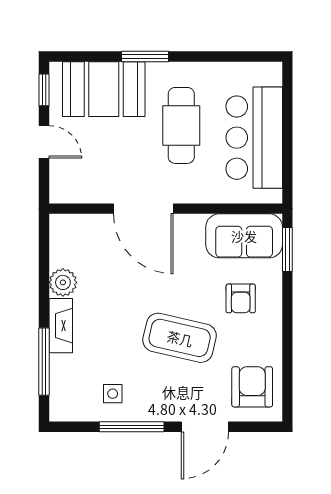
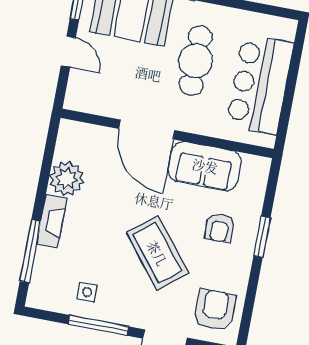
sofa: (244, 236) -> (205, 166), moved
window: (287, 250) -> (262, 237), moved
plant: (63, 282) -> (67, 179), width x1.36, depth x1.36
coffee table: (180, 338) -> (157, 253), turned 38

